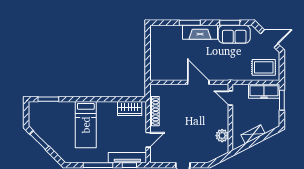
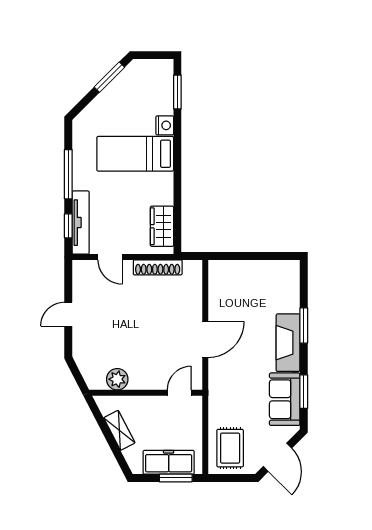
freezer: (264, 91) -> (169, 462), moved, turned 90
nightstand: (69, 107) -> (165, 125), added

